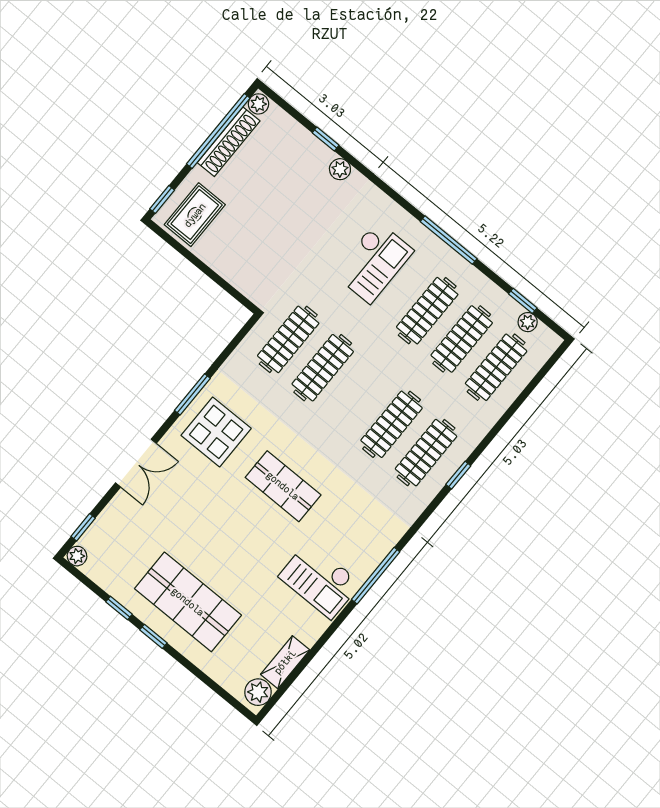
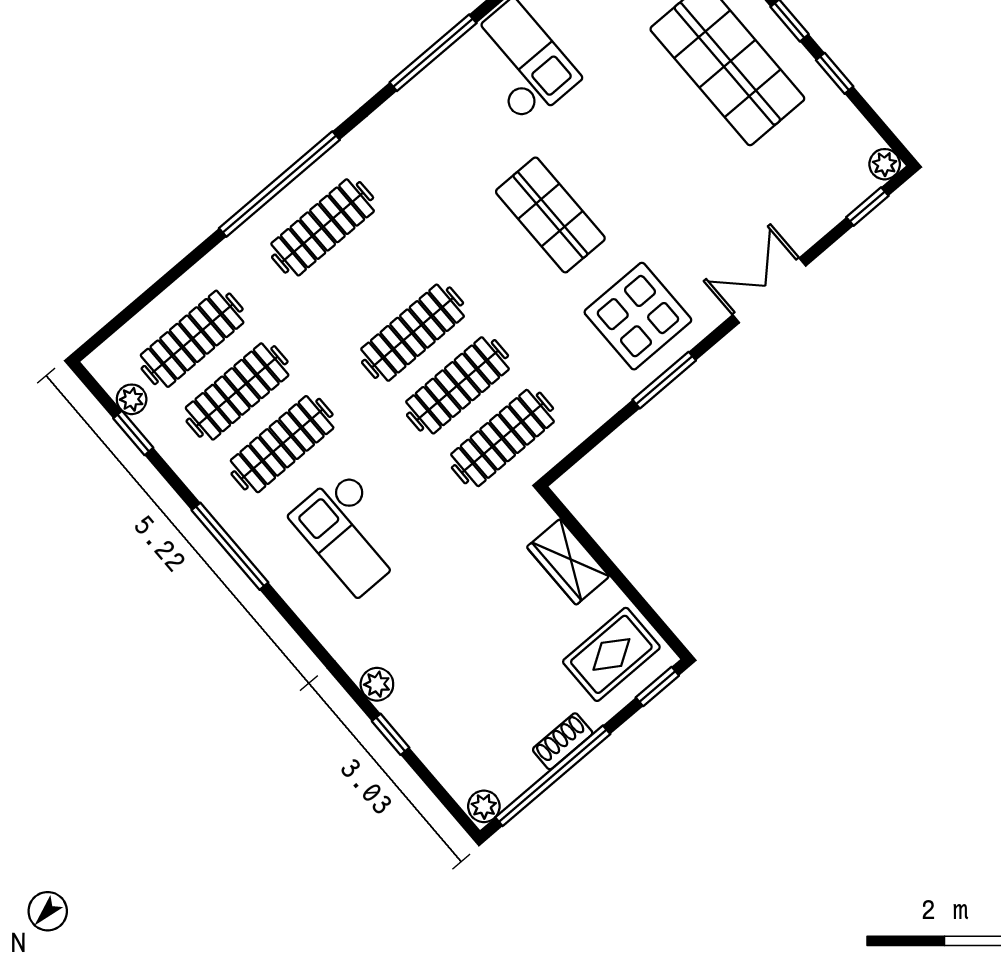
shoe rack: (229, 142) -> (563, 741), width x0.51, depth x0.81
checkout: (373, 262) -> (351, 533), turned -90
wardrobe: (233, 268) -> (568, 562), added
clothes rail: (392, 424) -> (413, 333), moved
window: (458, 475) -> (279, 184), width x3.17

